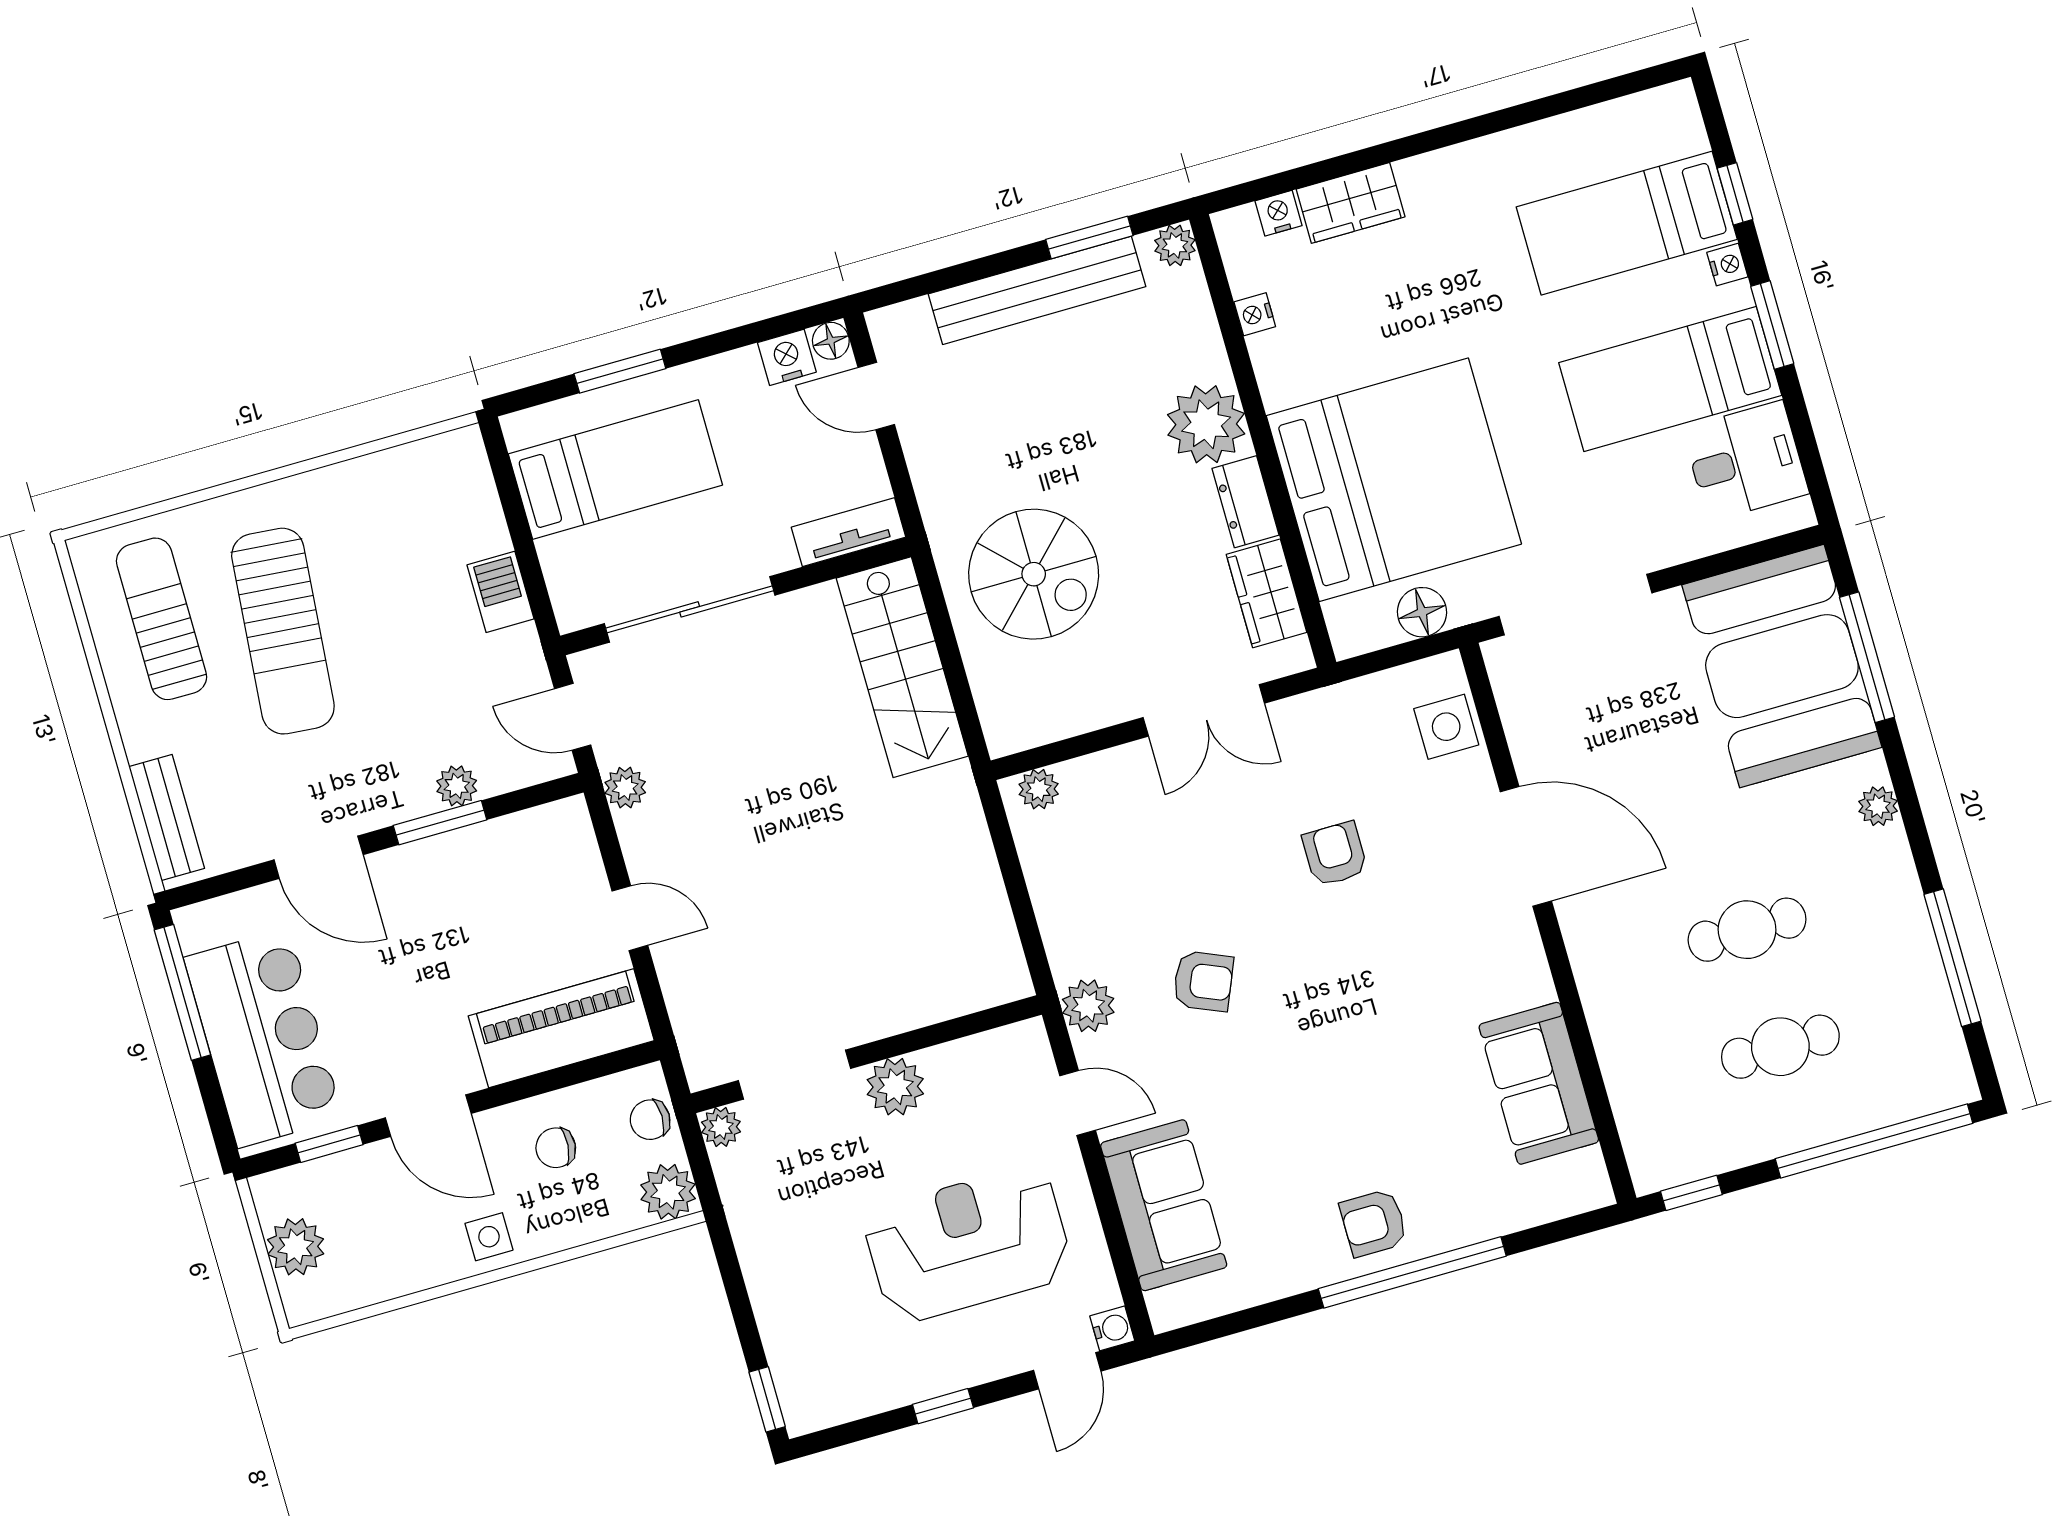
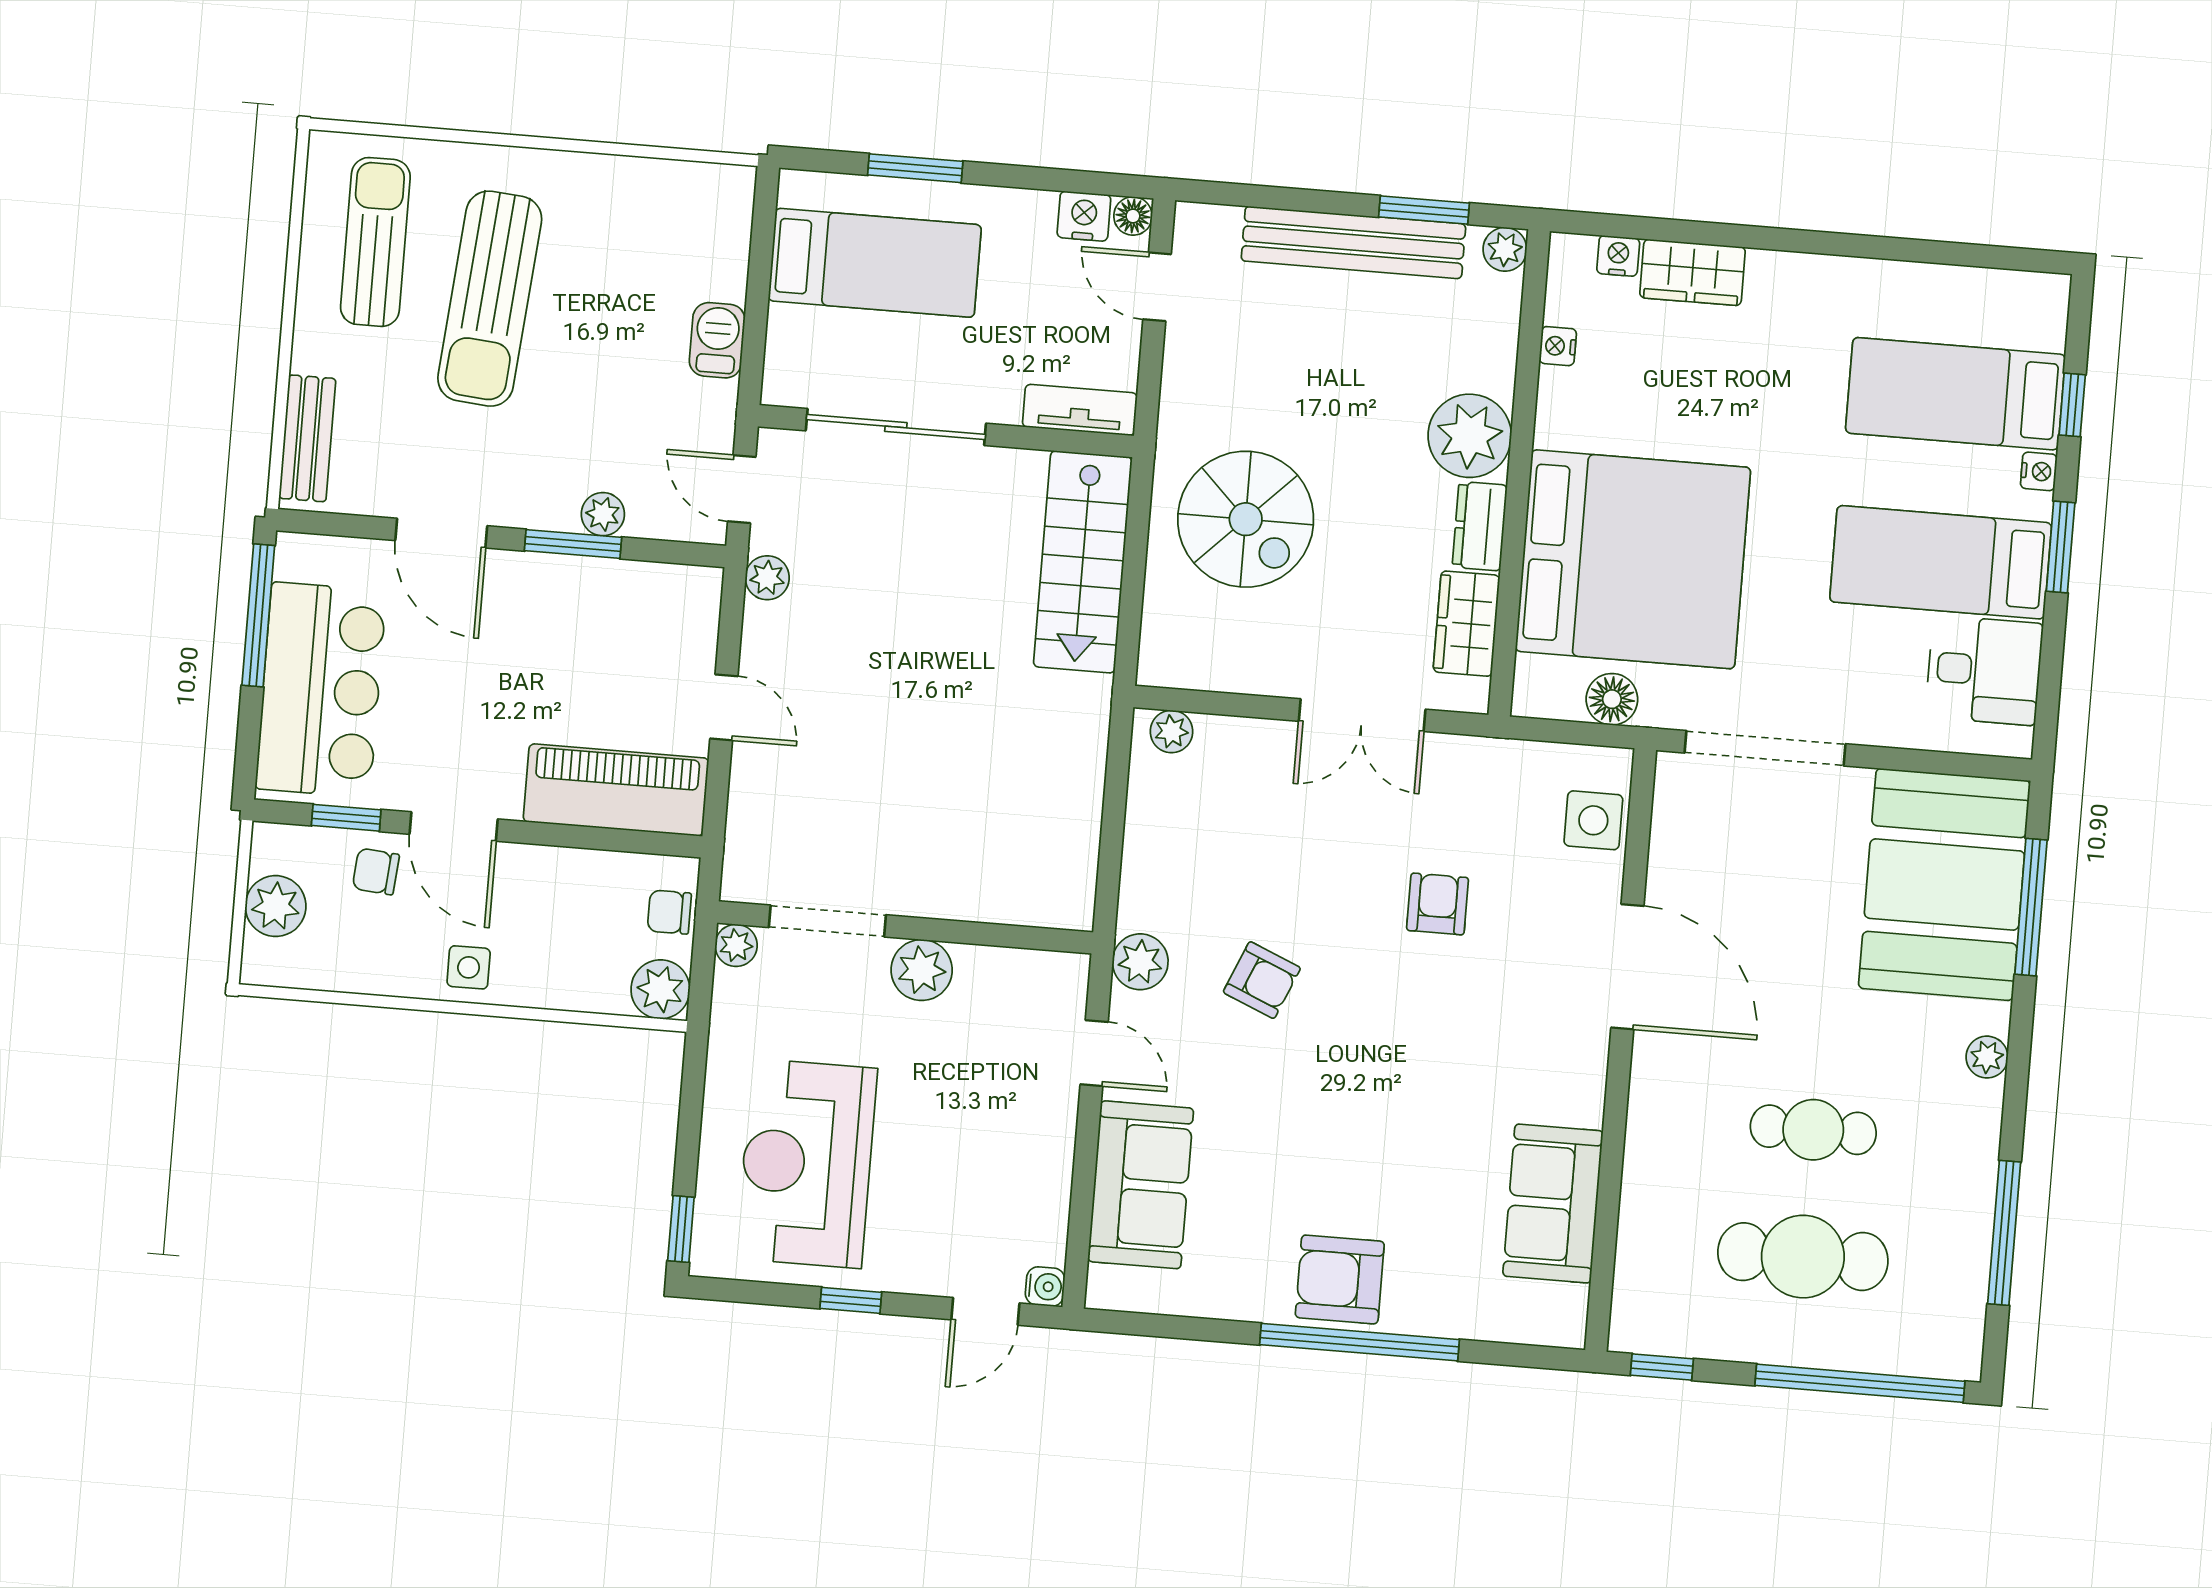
cafe table: (1780, 1047) -> (1803, 1257), width x1.37, depth x1.35
chair: (556, 1148) -> (376, 871), moved
armchair: (1374, 1223) -> (1340, 1279), width x1.38, depth x1.38
reception desk: (968, 1244) -> (807, 1163), moved, turned -90

